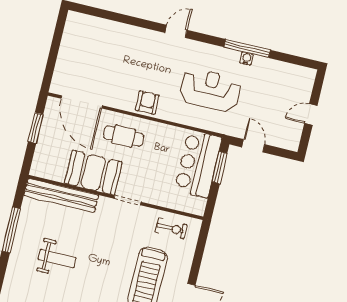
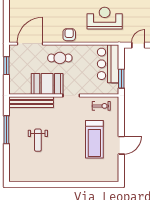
door: (82, 102) -> (30, 44), swing flipped
door: (253, 146) -> (138, 45), hinge flipped
window: (219, 167) -> (121, 79), moved
weight bench: (57, 259) -> (38, 140), turned 90

